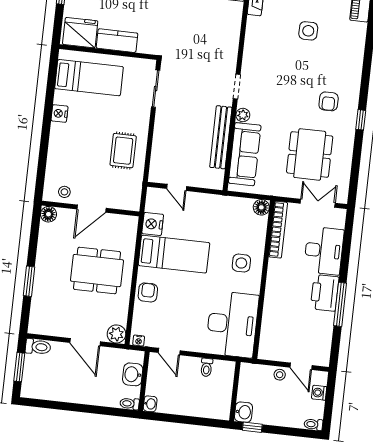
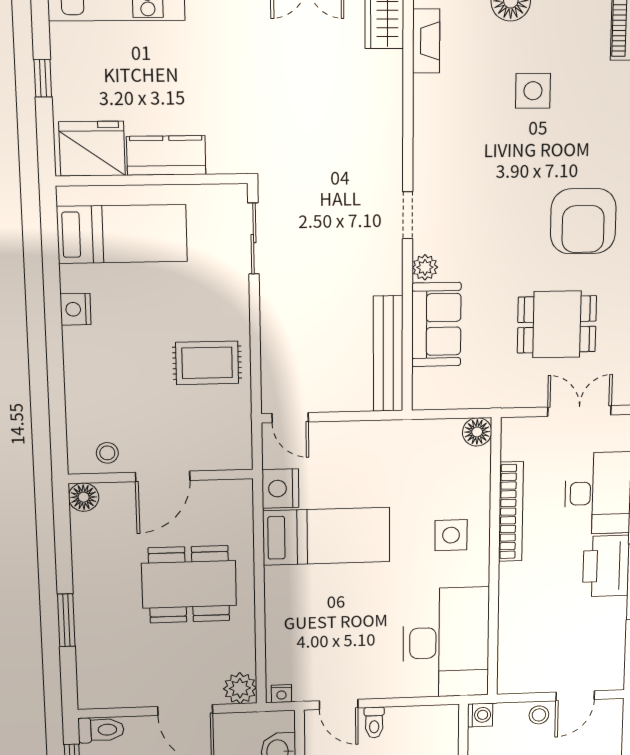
armchair: (329, 101) -> (583, 221), width x1.88, depth x1.88
bench: (221, 137) -> (388, 354), moved
rug: (123, 151) -> (207, 363), turned 90
sofa: (245, 154) -> (436, 325), width x0.73
dining table: (310, 154) -> (557, 324), width x0.73
door: (177, 187) -> (290, 418), moved
bookcase: (278, 230) -> (511, 512), moved
armchair: (148, 292) -> (287, 610), removed
door: (301, 366) -> (575, 696), hinge flipped
toilet: (207, 367) -> (374, 723), moved
washing machine: (319, 393) -> (480, 715), moved, turned 180

